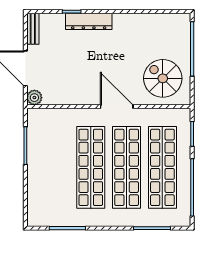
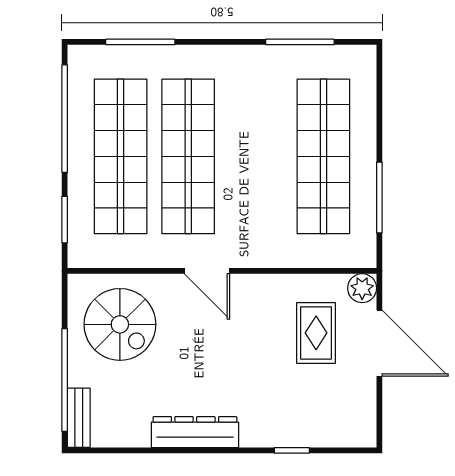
dresser: (89, 21) -> (195, 432), moved
bench: (33, 29) -> (79, 418), moved
rug: (59, 74) -> (316, 333), added
door: (117, 107) -> (207, 271), width x0.73
shop shelf: (91, 167) -> (323, 156), moved

